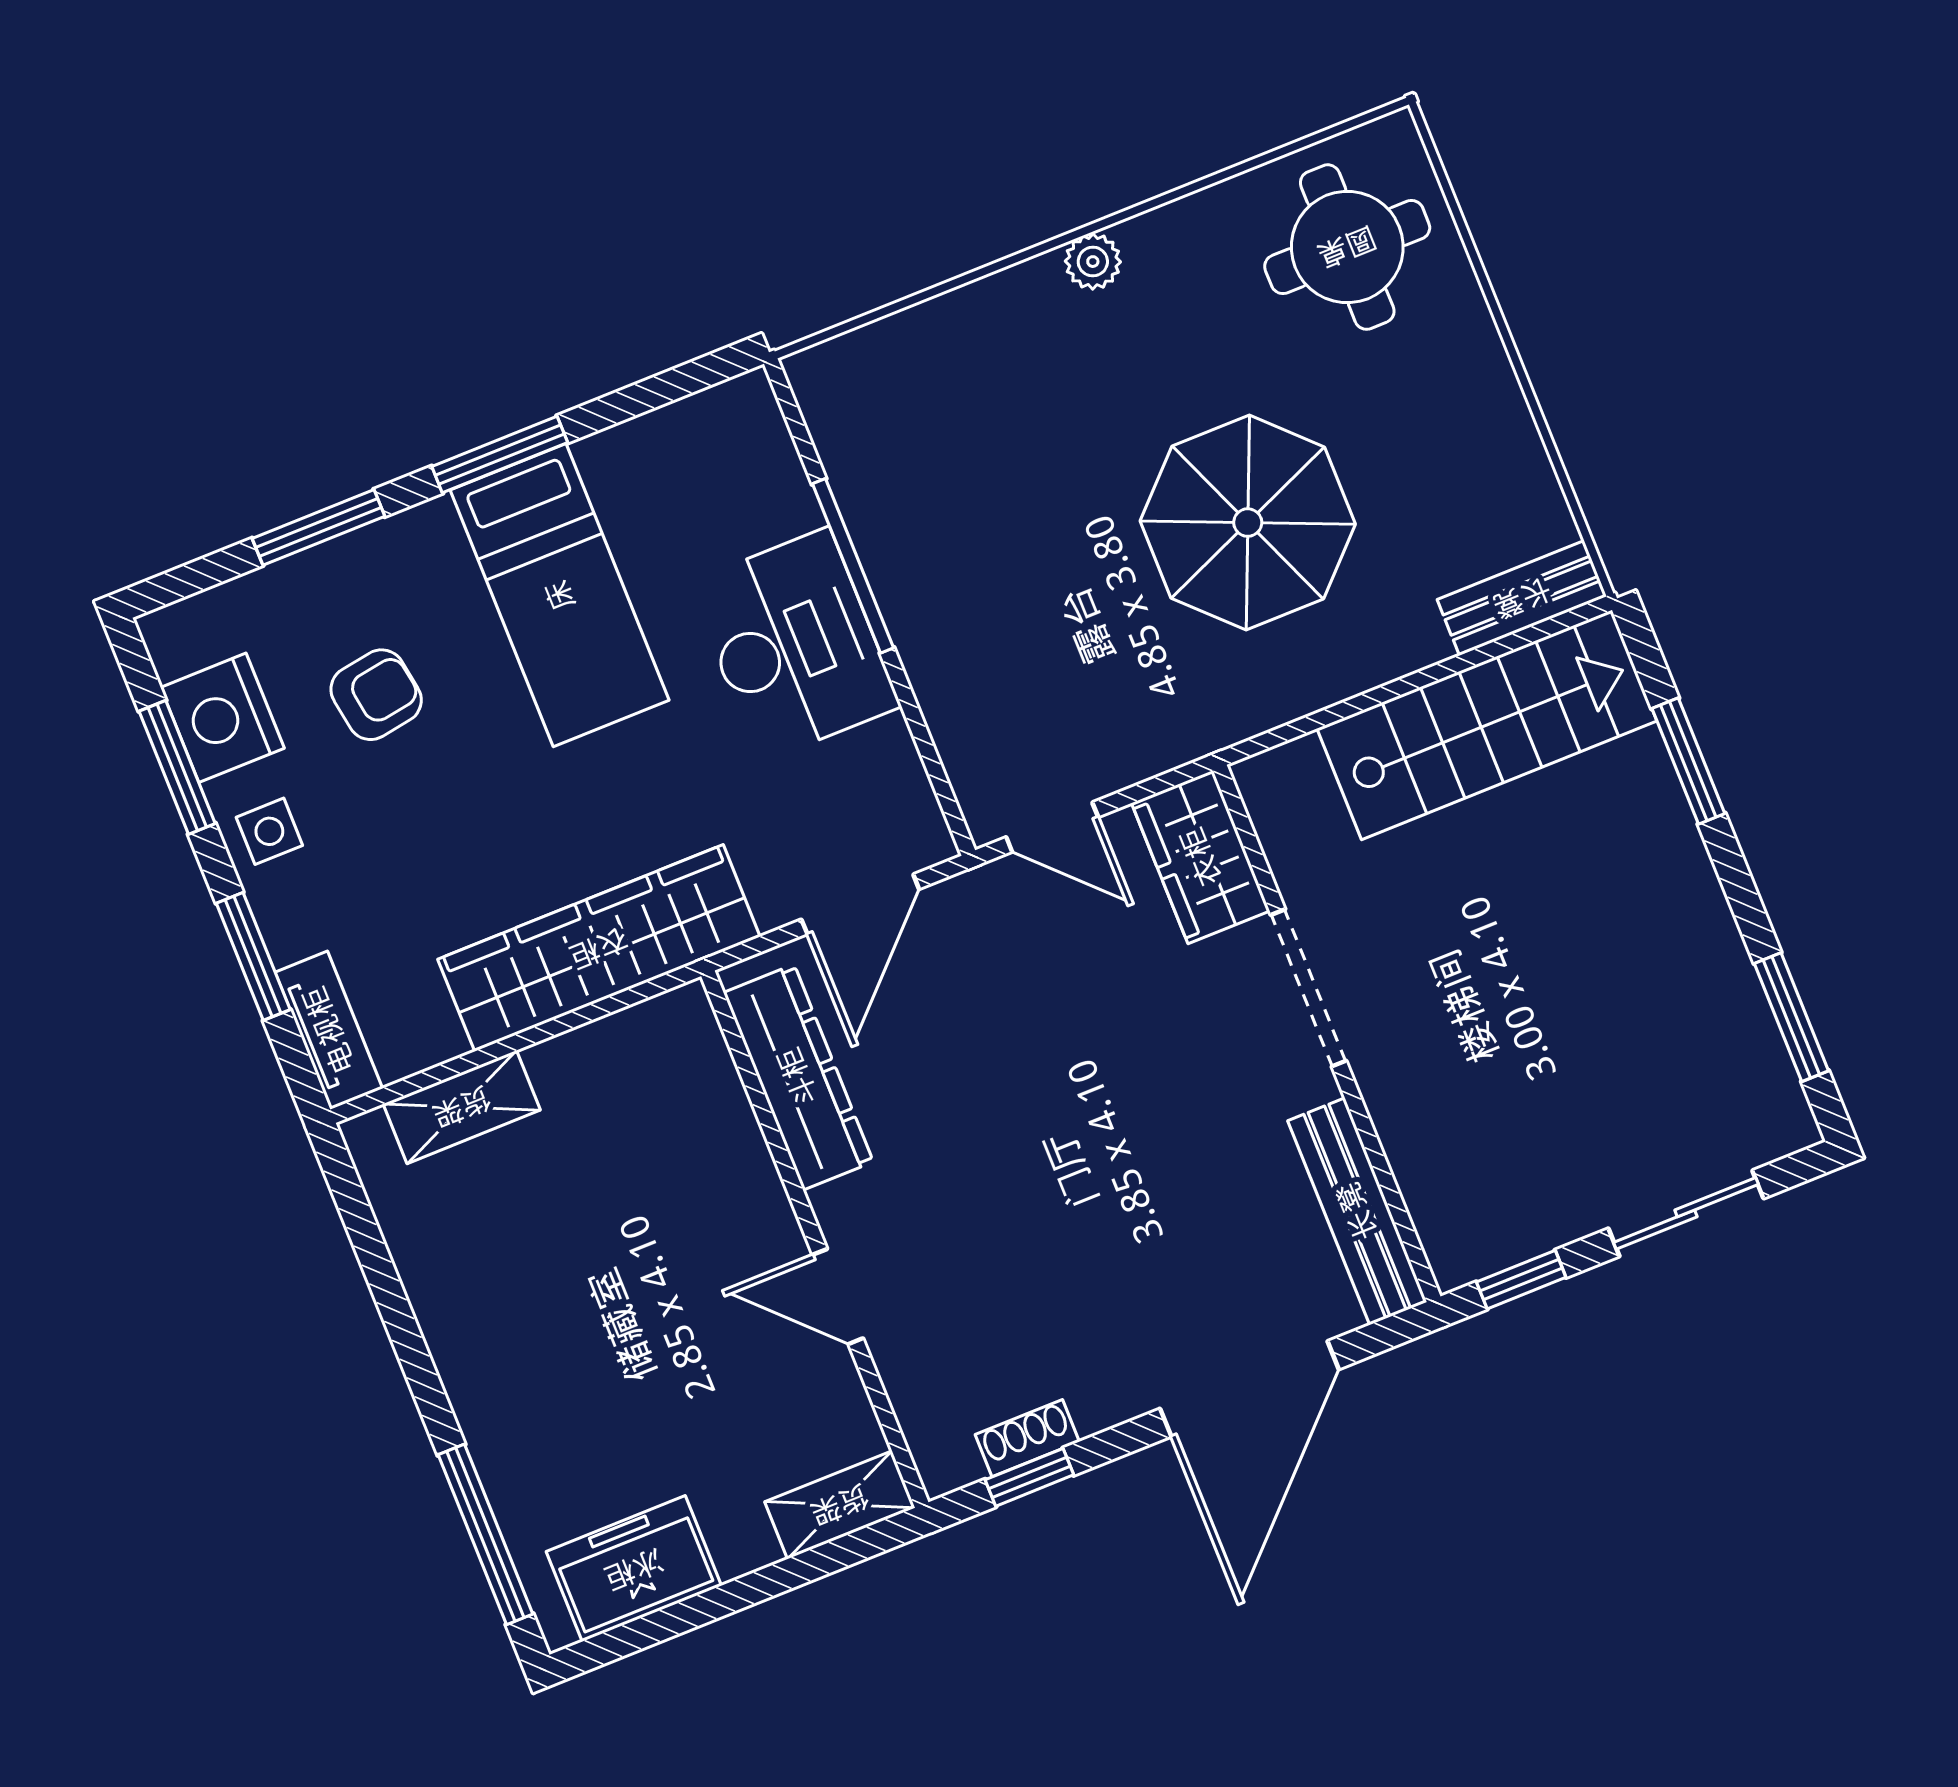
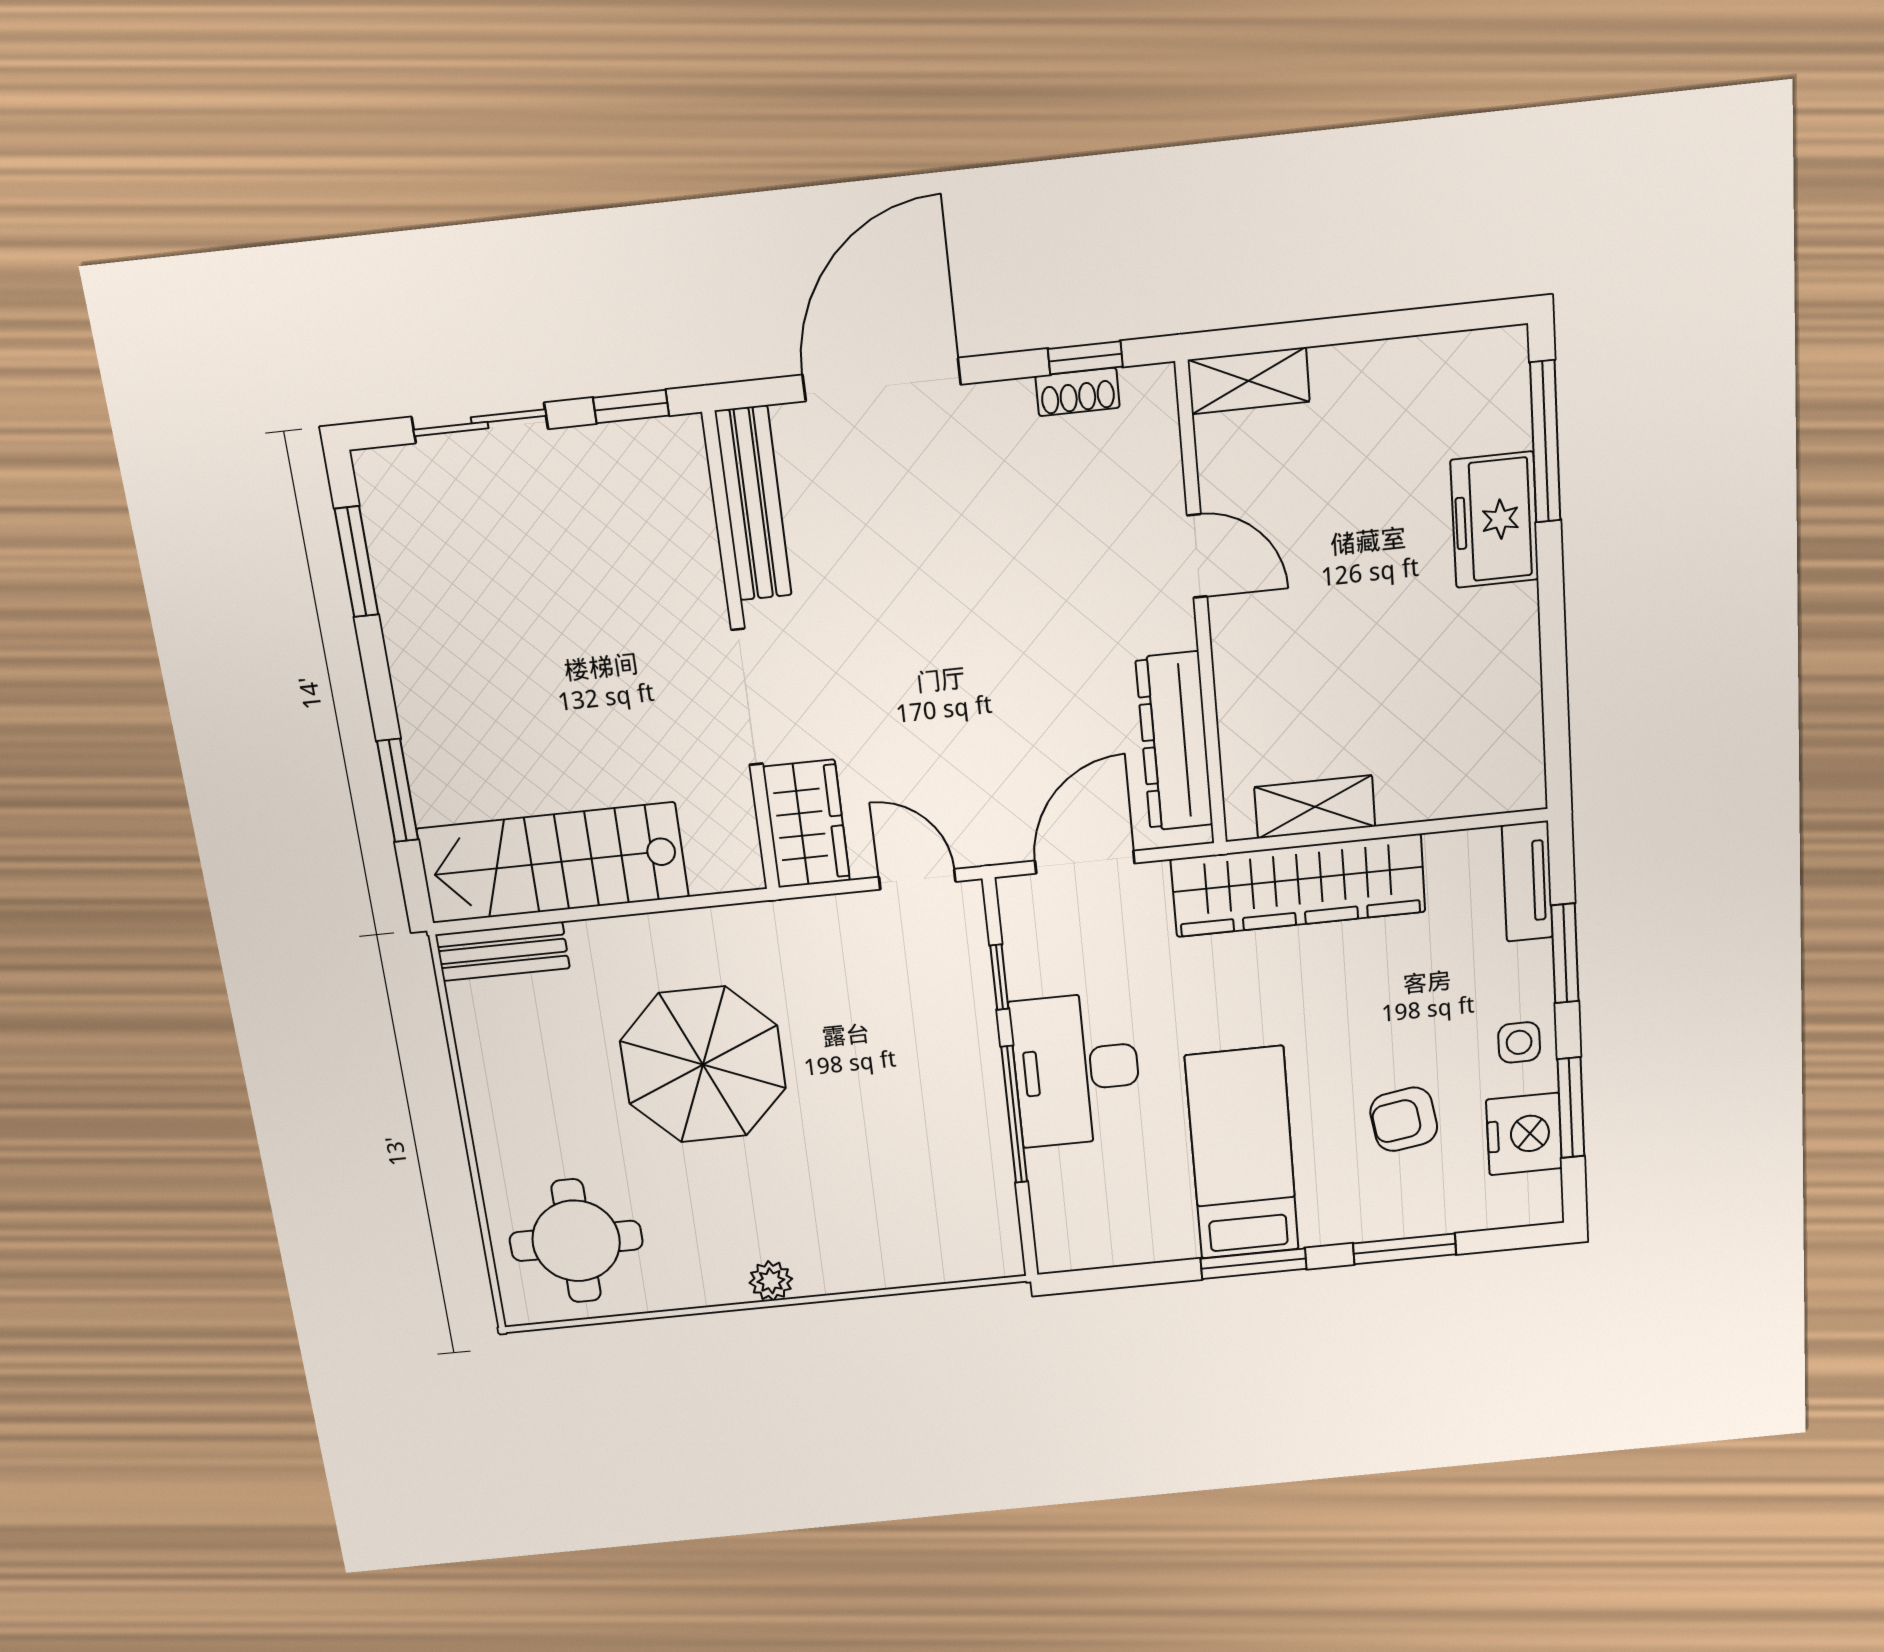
window: (921, 734) -> (999, 977), added
shelving: (462, 1107) -> (1315, 807), moved
freezer: (634, 1569) -> (1495, 520), moved, turned 90

